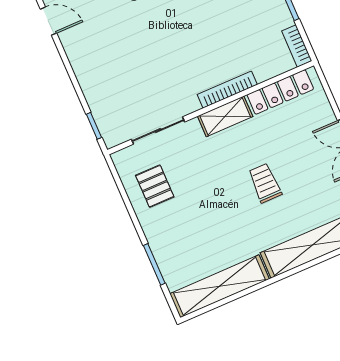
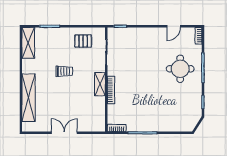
locker: (280, 92) -> (100, 112), removed
trolley: (265, 183) -> (64, 71), moved
shelving: (219, 286) -> (28, 43), width x0.68

